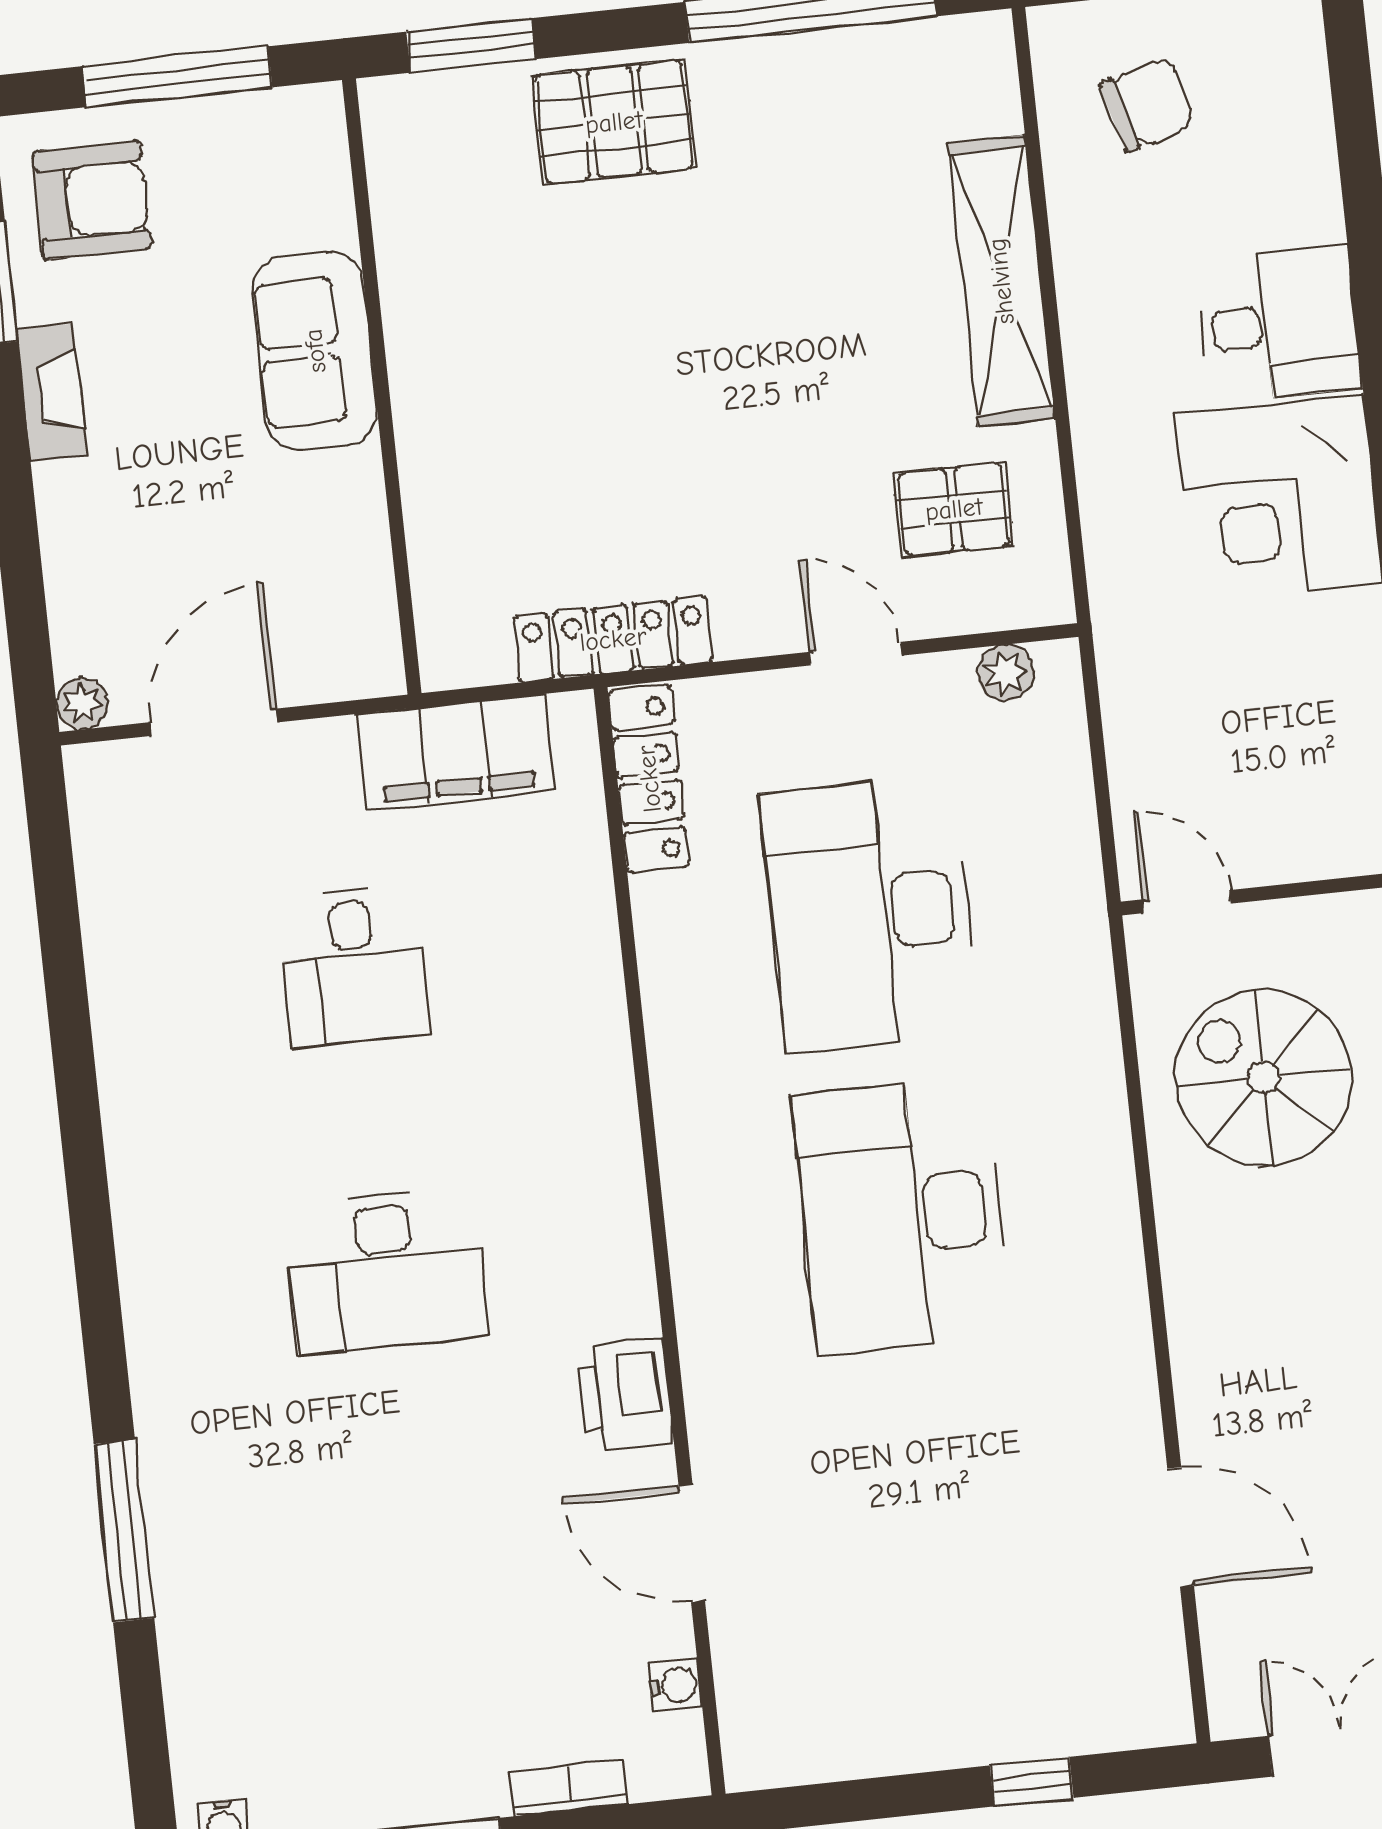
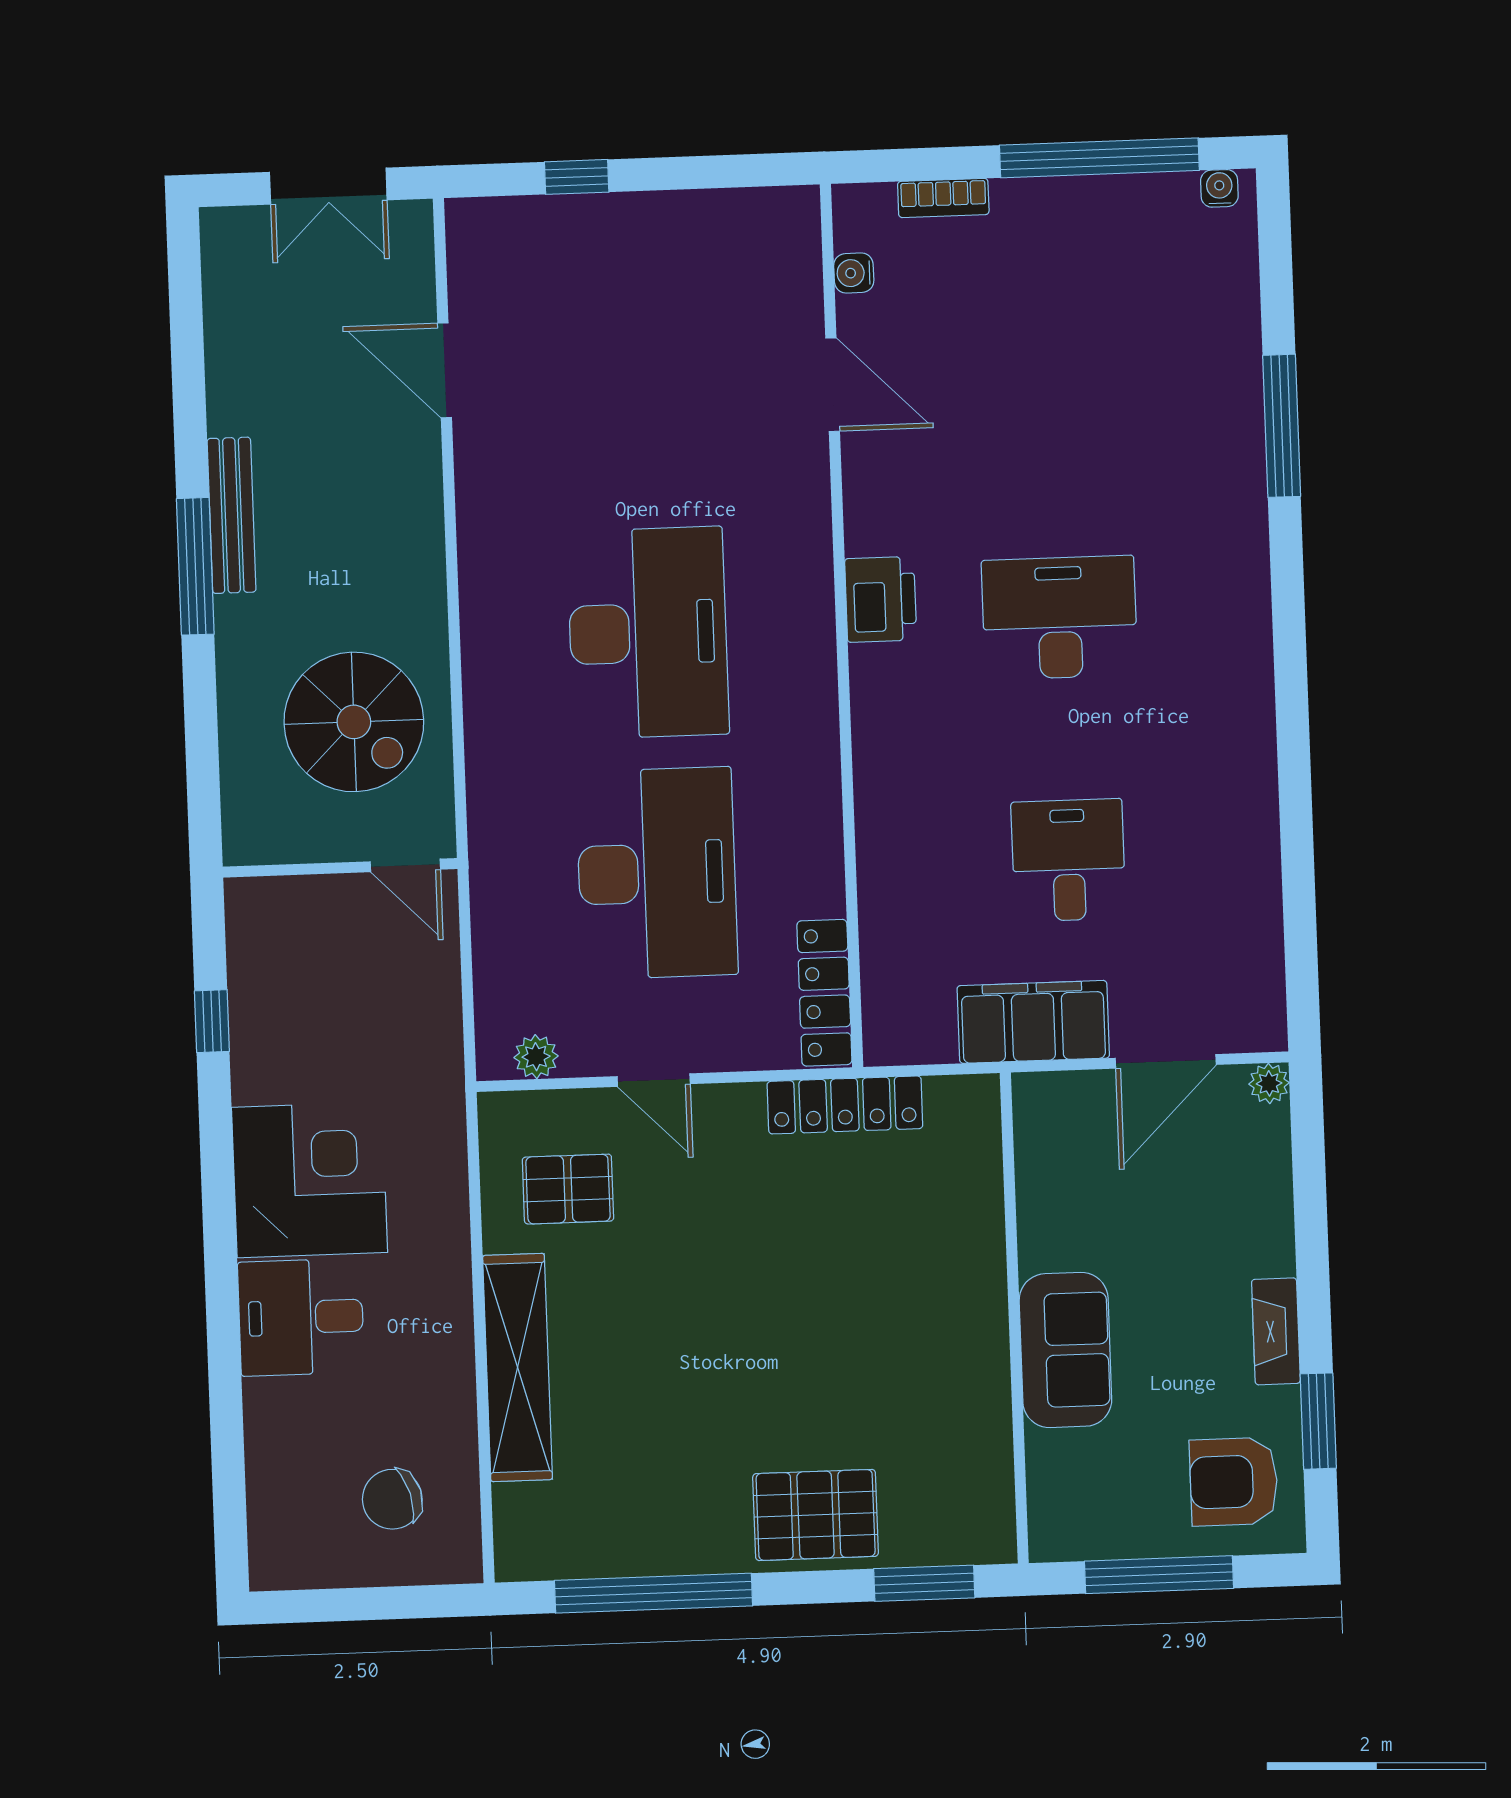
filing cabinet: (455, 753) -> (1033, 1022), moved
printer: (625, 1395) -> (881, 599), moved

